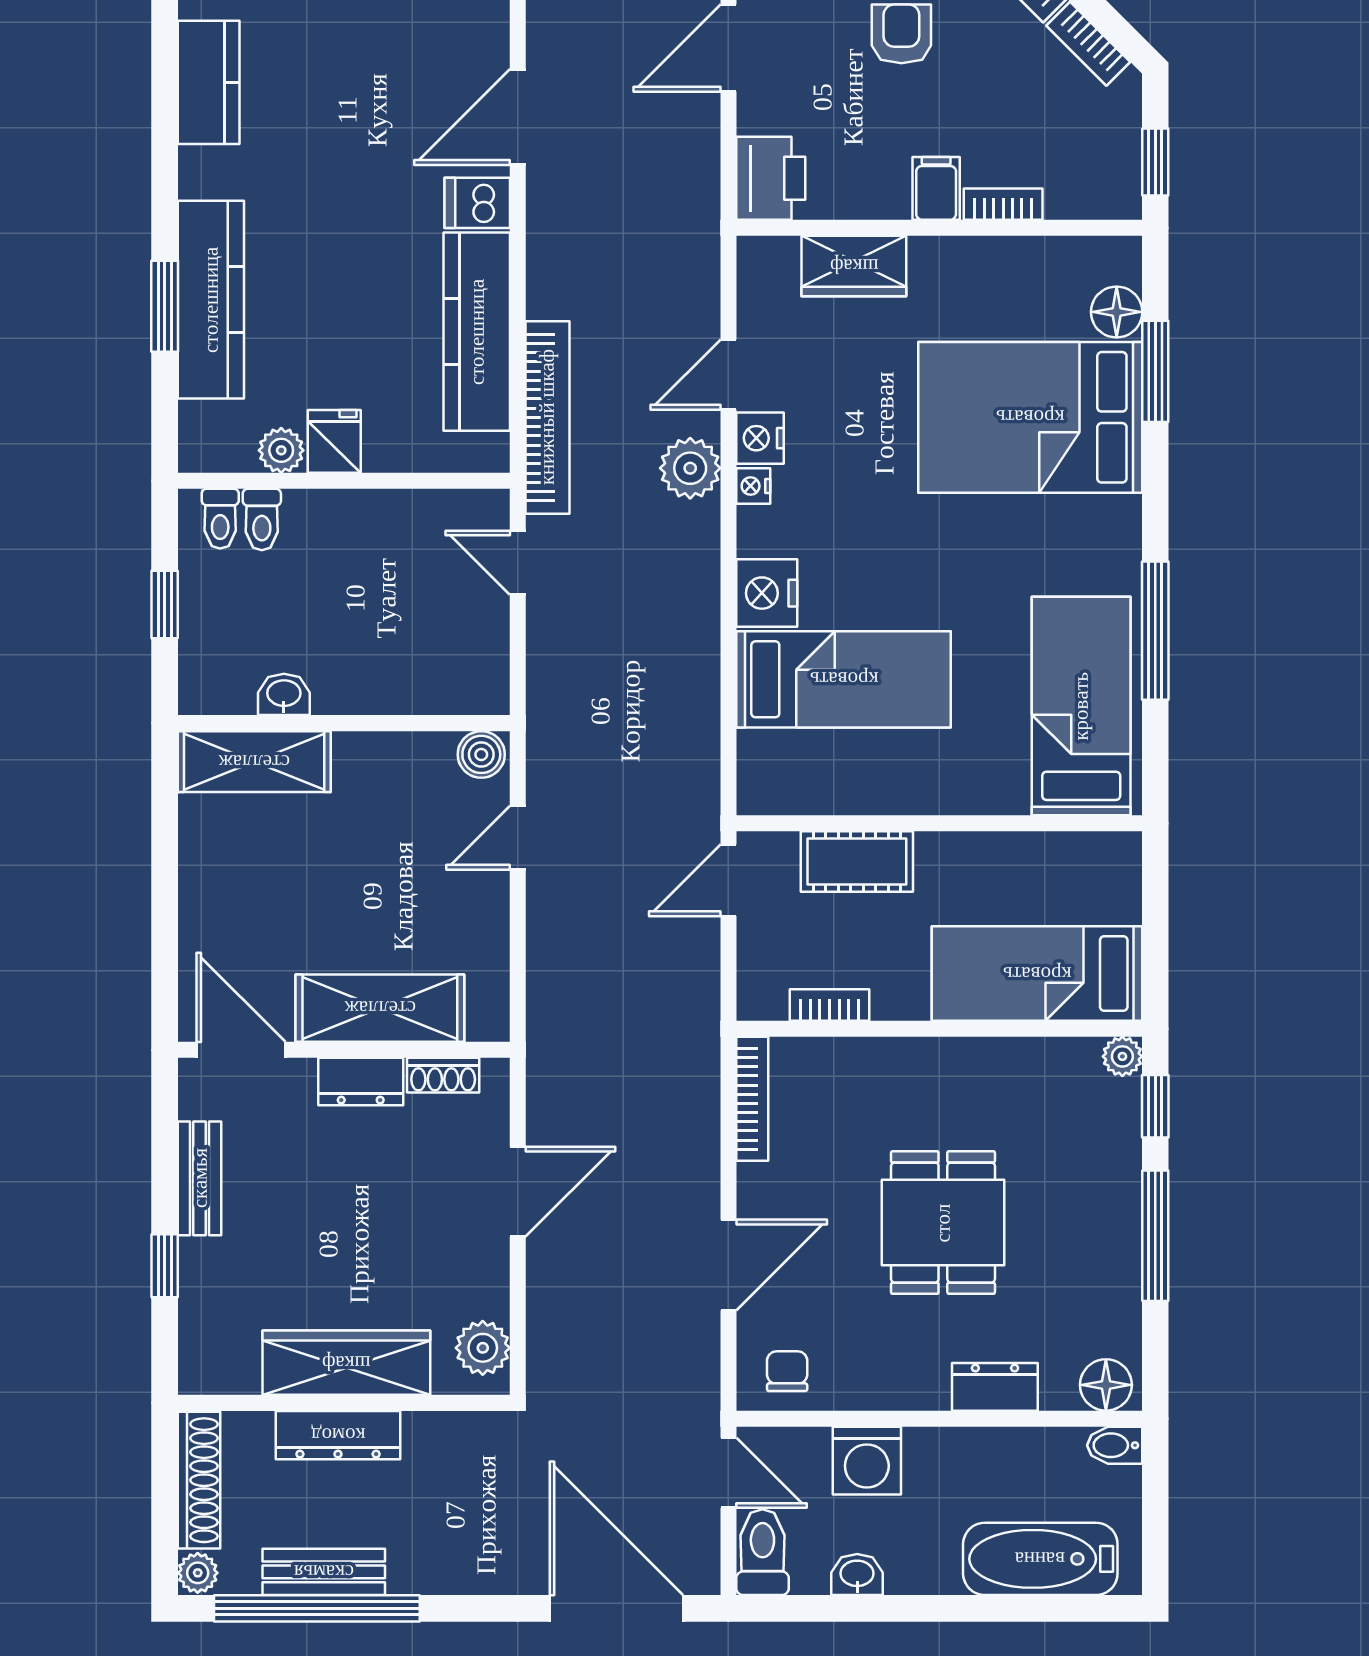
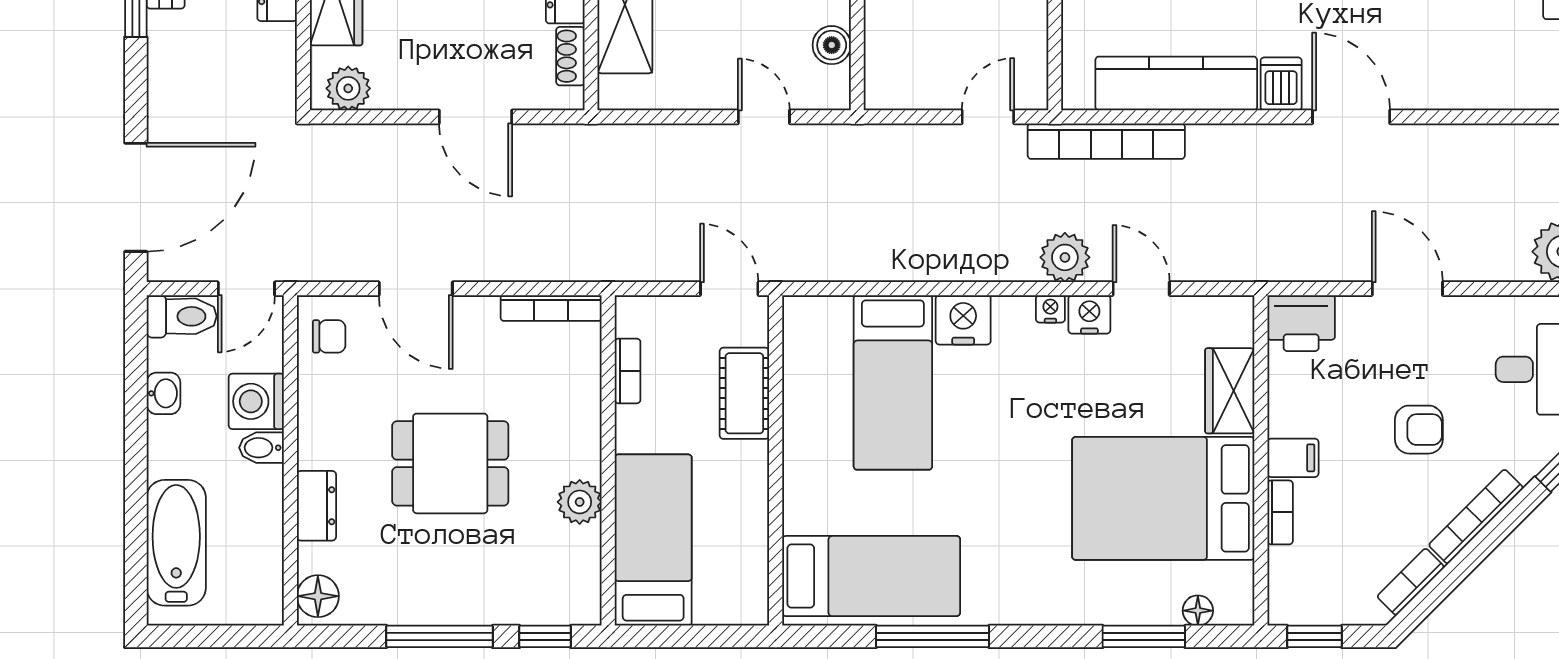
floor lamp: (1117, 312) -> (1198, 611), width x0.73, depth x0.73
bed: (1030, 417) -> (1163, 498), moved, turned -90
boiler: (481, 754) -> (832, 45), moved
plant: (1122, 1056) -> (580, 502), moved, width x1.38, depth x1.38
bidet: (1115, 1445) -> (262, 448), moved, turned -90

